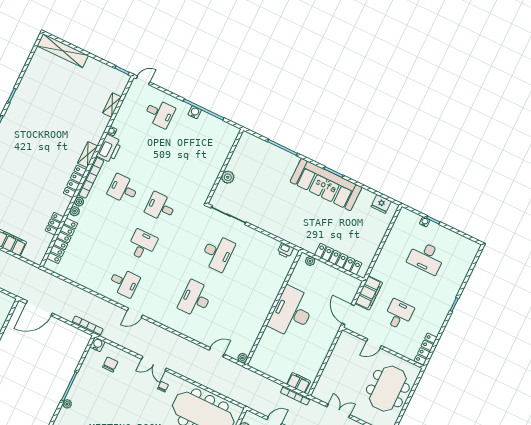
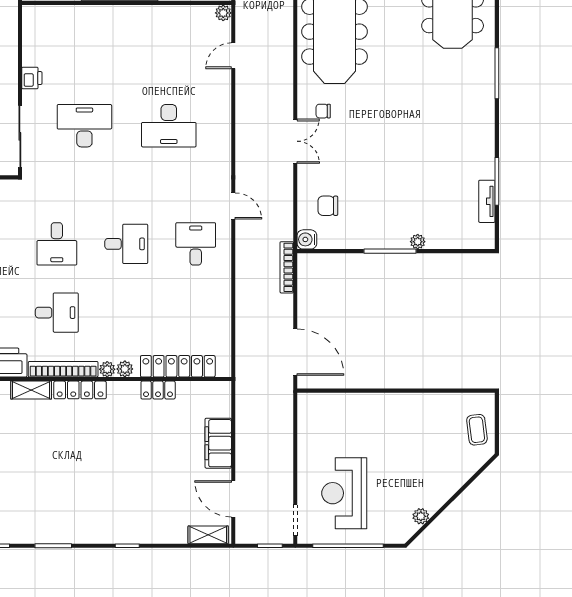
desk: (123, 189) -> (57, 313), turned -90
desk: (142, 245) -> (126, 244), turned 180
printer: (285, 250) -> (32, 78), moved
door: (217, 352) -> (233, 56), hinge flipped

